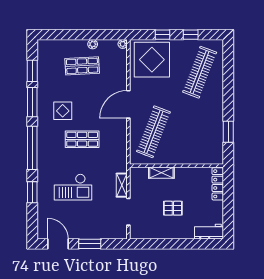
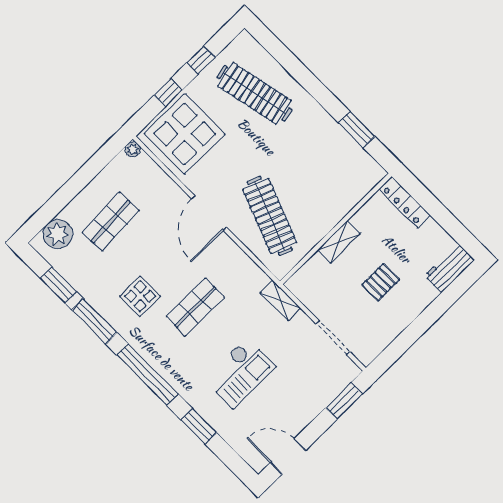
plant: (93, 44) -> (58, 234), moved, width x1.88, depth x1.88
clothes rail: (200, 72) -> (255, 93), turned -33
shelving: (161, 173) -> (339, 242), moved
shelving: (122, 185) -> (281, 300), moved
window: (90, 244) -> (344, 401), moved

